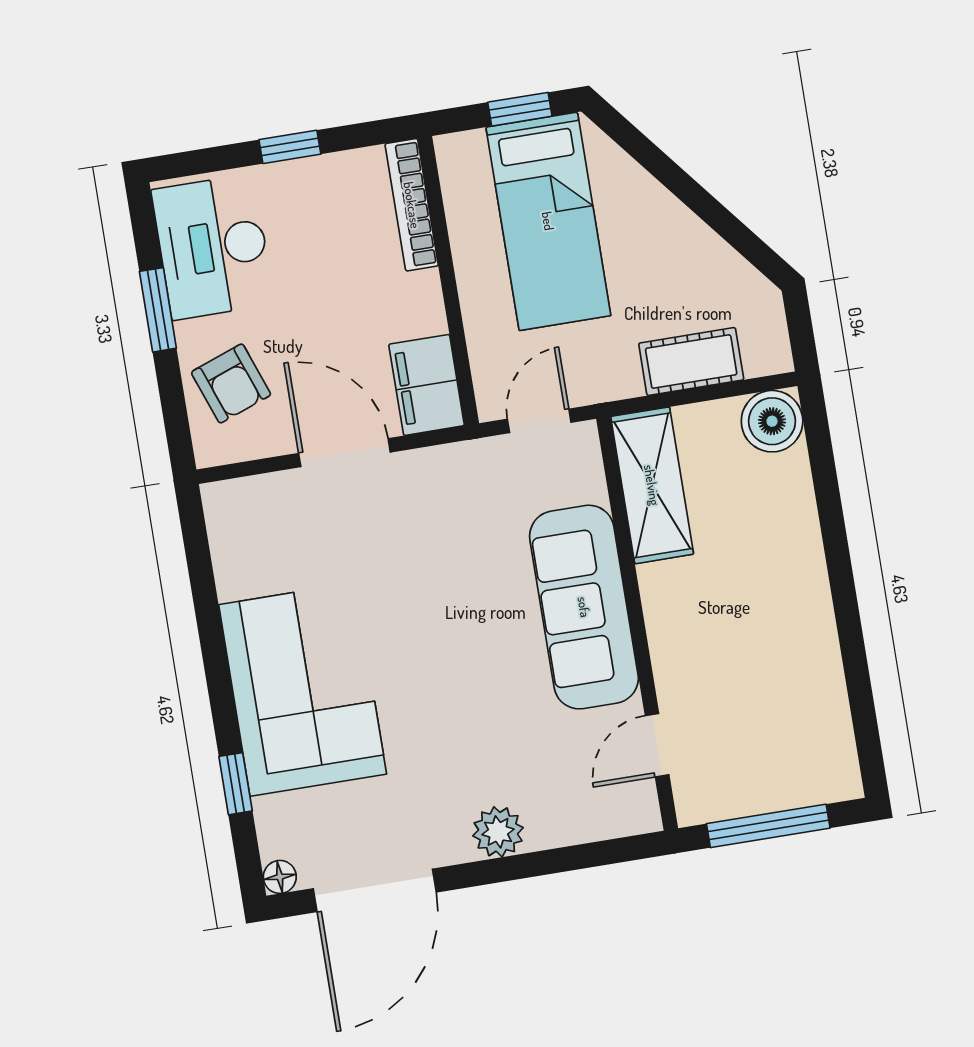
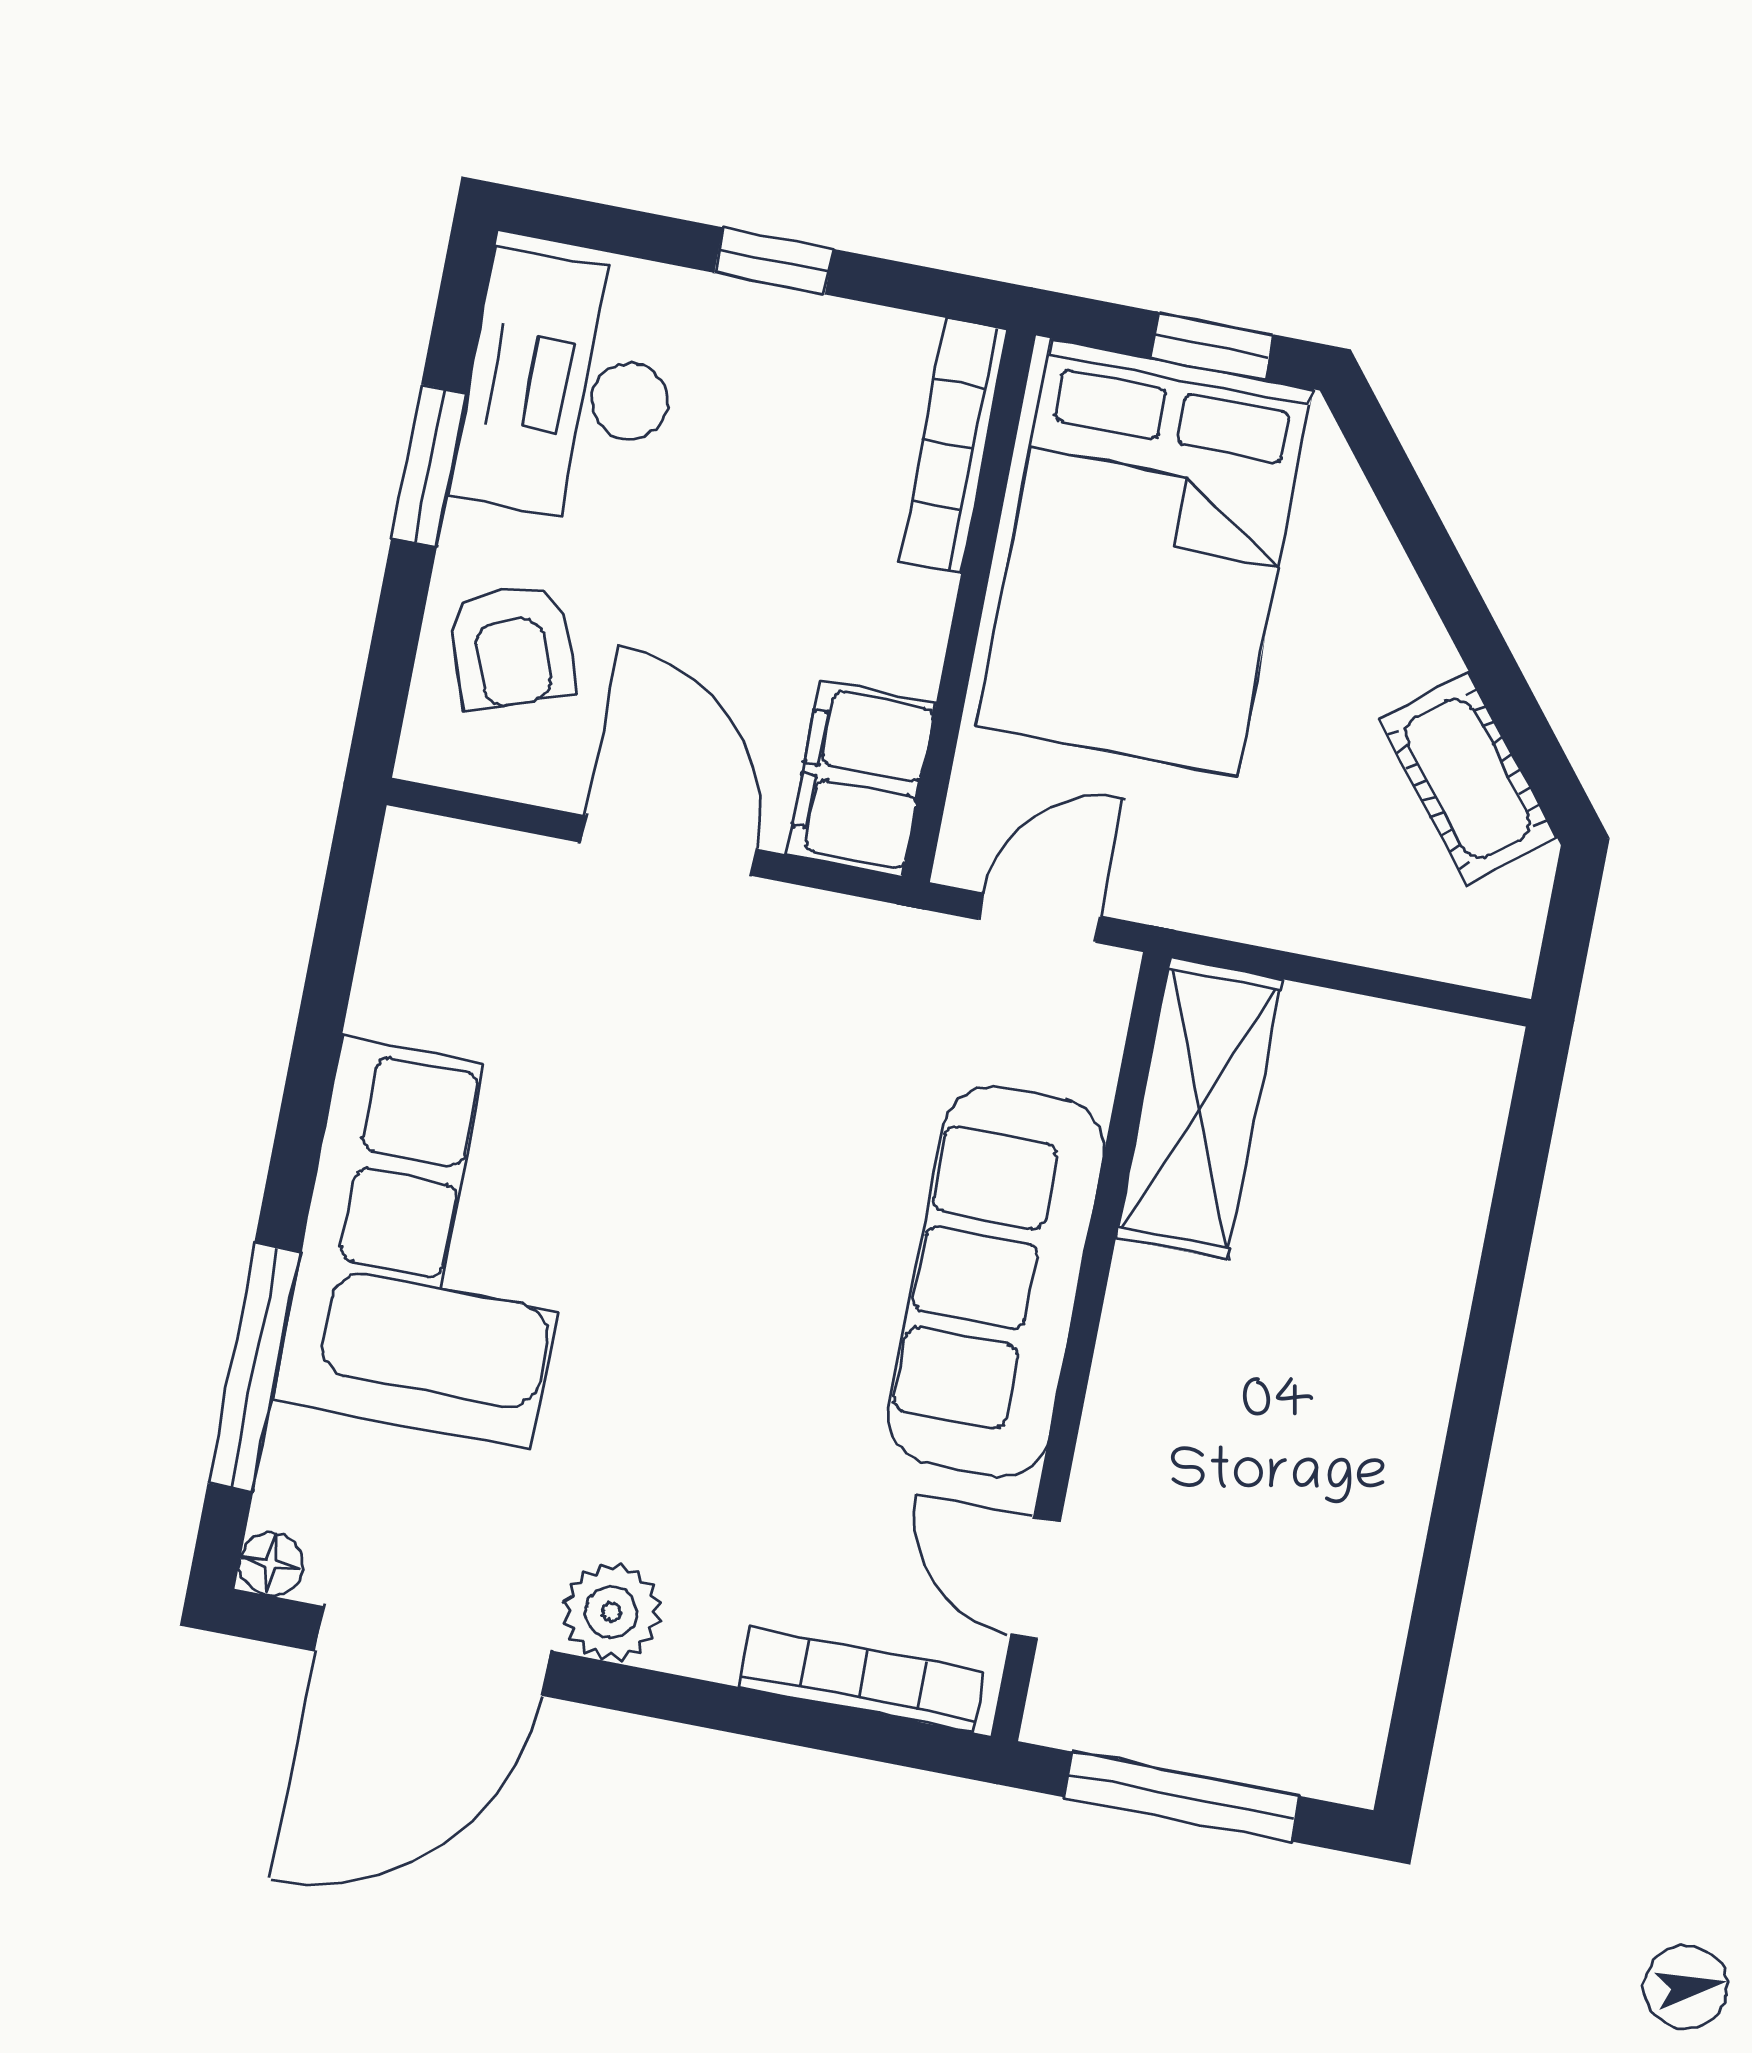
bed: (548, 221) -> (1145, 558), width x1.50
cot: (691, 362) -> (1468, 778), moved, turned 51
boiler: (772, 421) -> (1457, 1073), removed
door: (657, 745) -> (1036, 1578), hinge flipped
window: (236, 784) -> (254, 1367), width x2.17
bookcase: (590, 827) -> (862, 1680), added
plant: (498, 832) -> (612, 1612), moved

